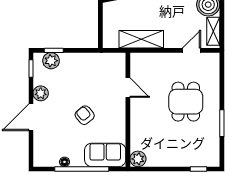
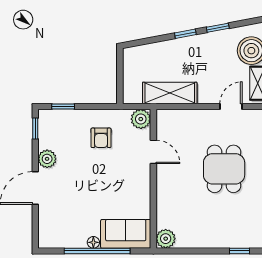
plant: (51, 61) -> (141, 119), moved
armchair: (85, 115) -> (101, 138), moved, turned -140
floor lamp: (65, 162) -> (93, 242), moved

